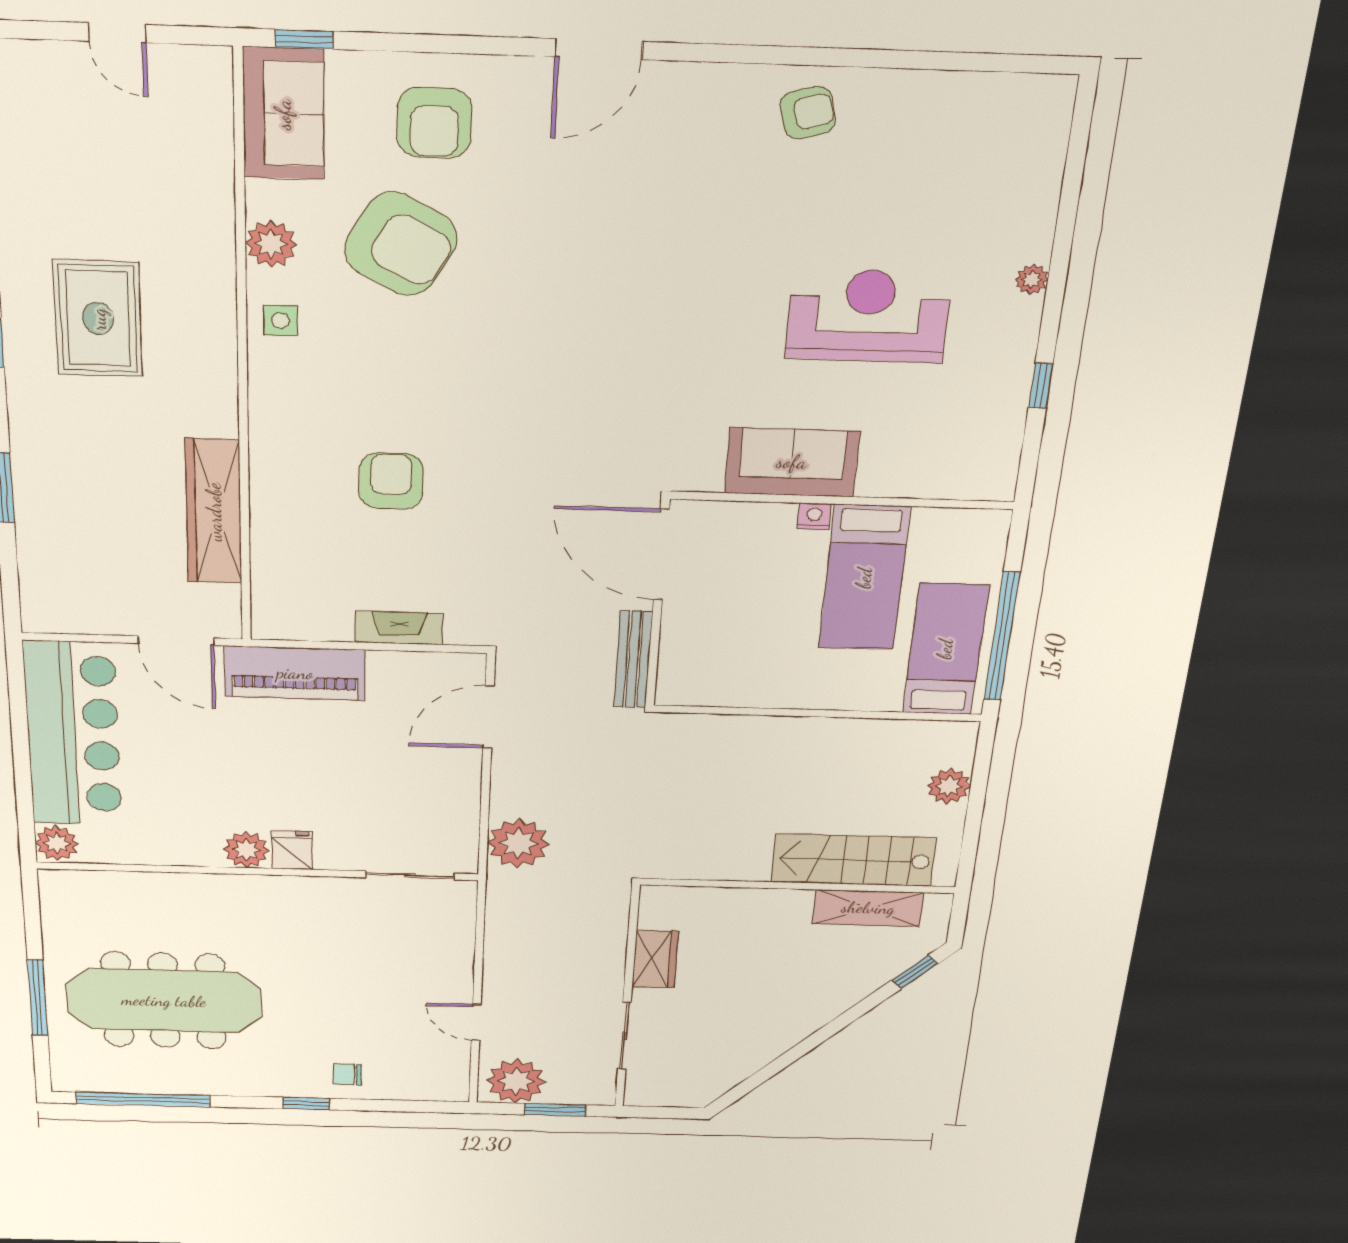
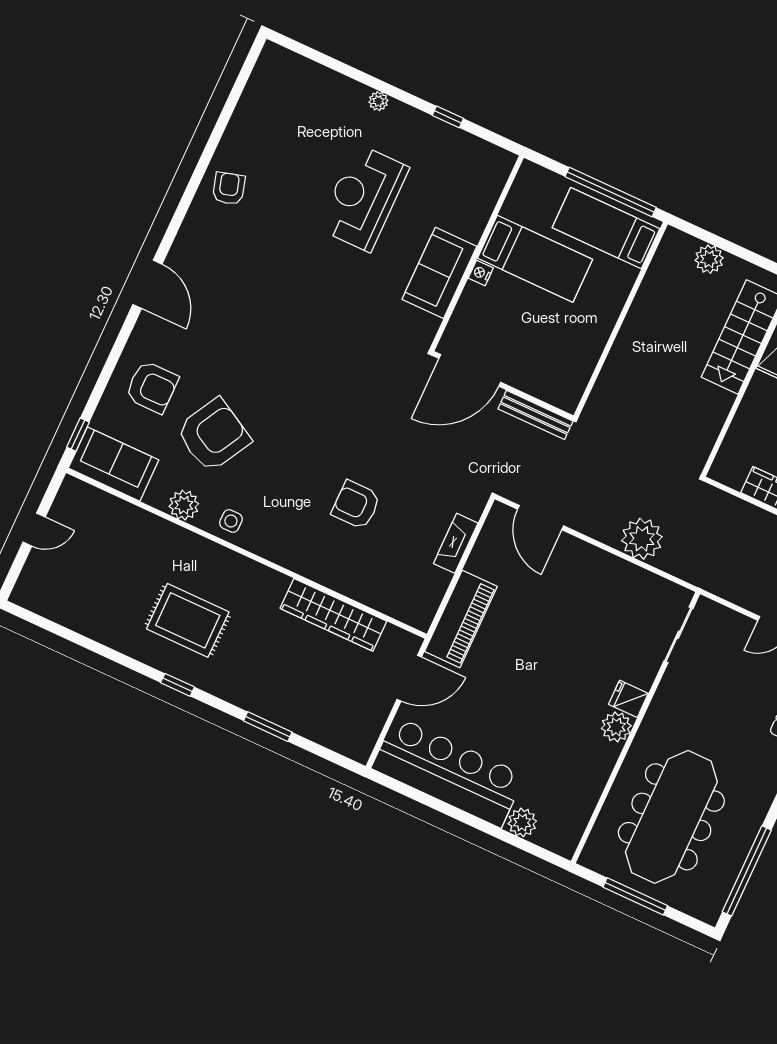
plant: (246, 850) -> (616, 727), moved
fridge: (292, 850) -> (628, 699), moved
wall: (258, 871) -> (636, 728), moved
sliding door: (410, 875) -> (678, 635), moved

